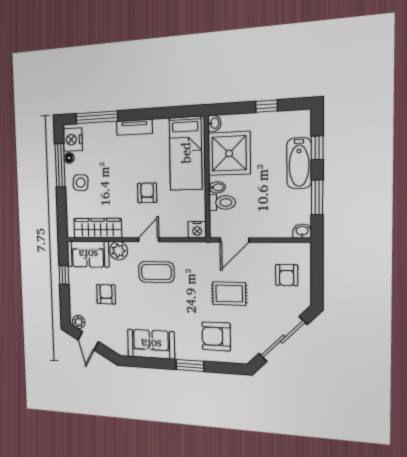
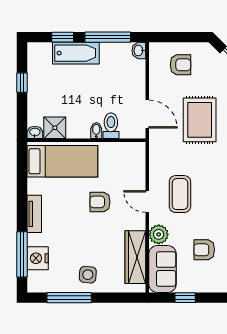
nightstand: (73, 140) -> (38, 258), moved, turned 90
shower: (229, 153) -> (55, 128), width x0.54, depth x0.54
floor lamp: (69, 158) -> (62, 287), removed
window: (317, 197) -> (108, 37), width x1.44
nightstand: (197, 230) -> (137, 151), removed
rug: (229, 294) -> (200, 120), width x1.36, depth x1.43

